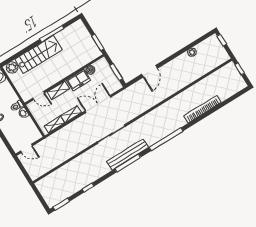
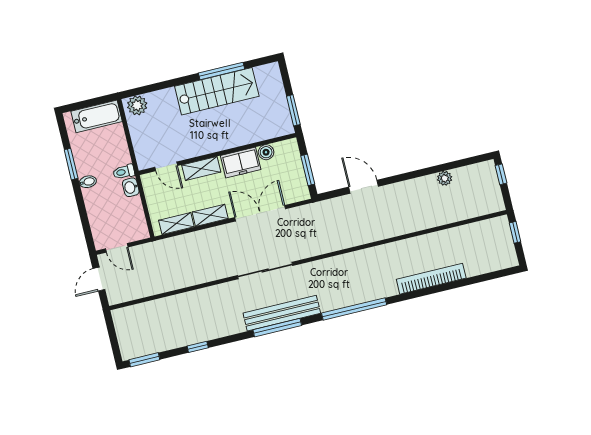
stairs: (38, 55) -> (217, 91), moved
door: (149, 71) -> (364, 187), swing flipped
door: (22, 168) -> (99, 279), added

